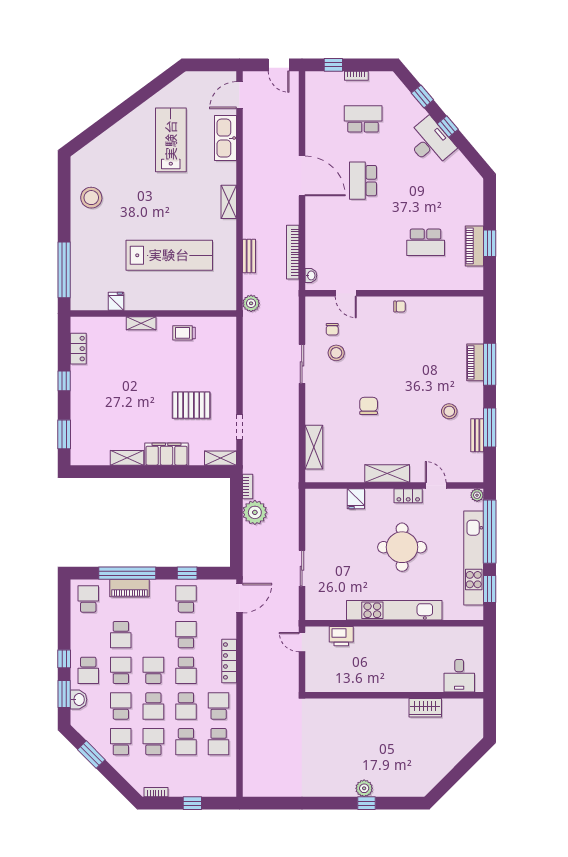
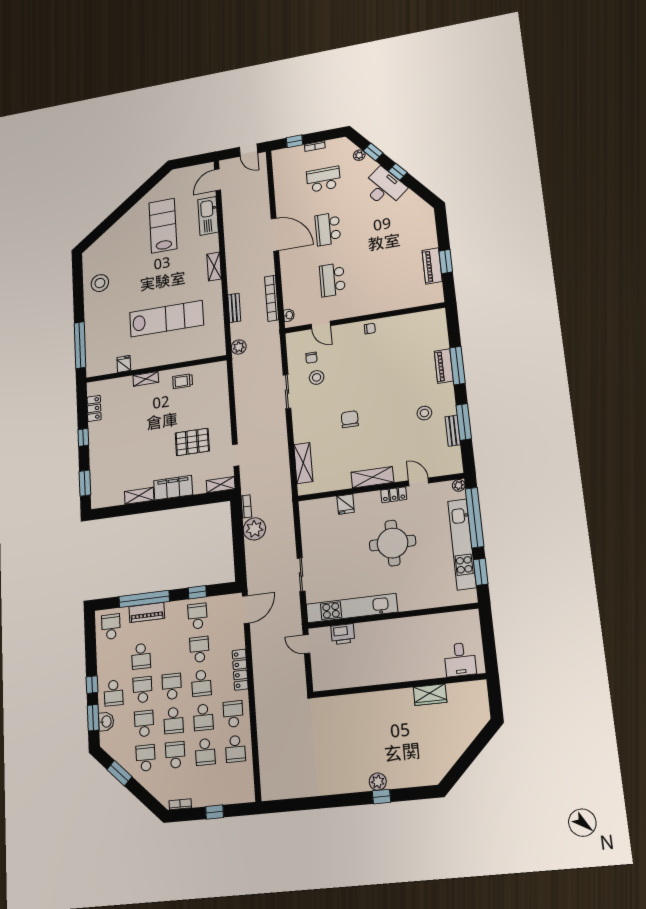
plant: (406, 97) -> (359, 155), added
school desk: (426, 242) -> (332, 280), moved, turned 90
kitchen unit: (394, 610) -> (352, 608), moved

